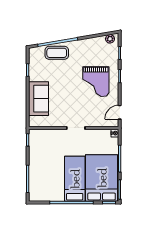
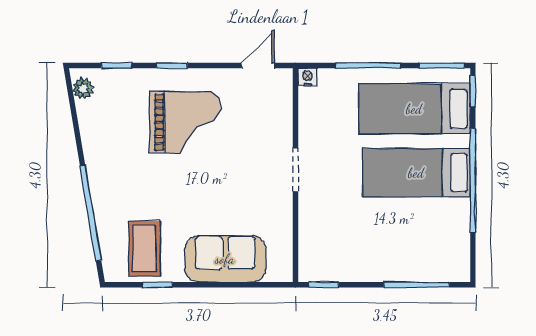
coffee table: (57, 53) -> (145, 249), moved
door: (120, 112) -> (258, 66), swing flipped
bed: (102, 178) -> (414, 109), width x0.67

